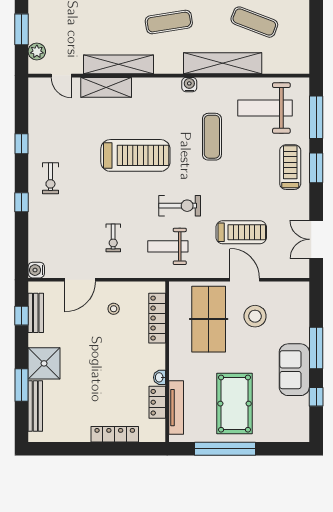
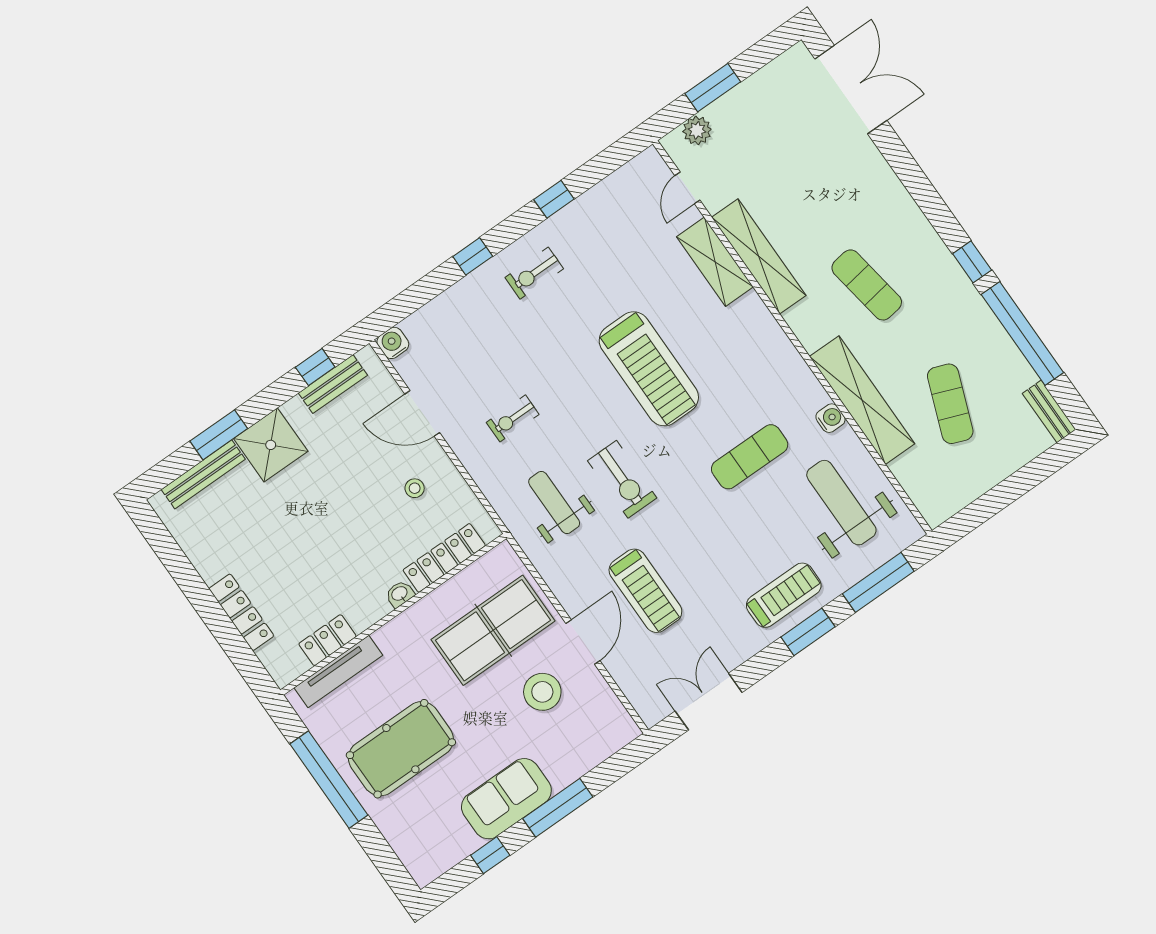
water cooler: (189, 85) -> (830, 418), moved
washbasin: (160, 377) -> (400, 594), moved

